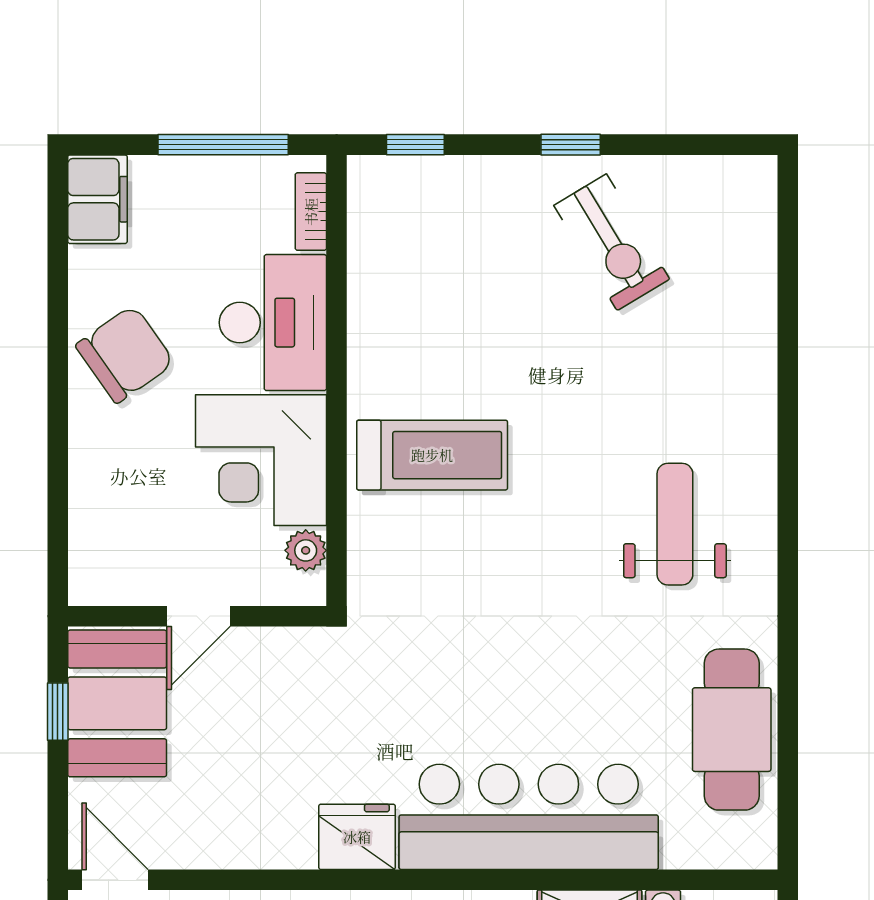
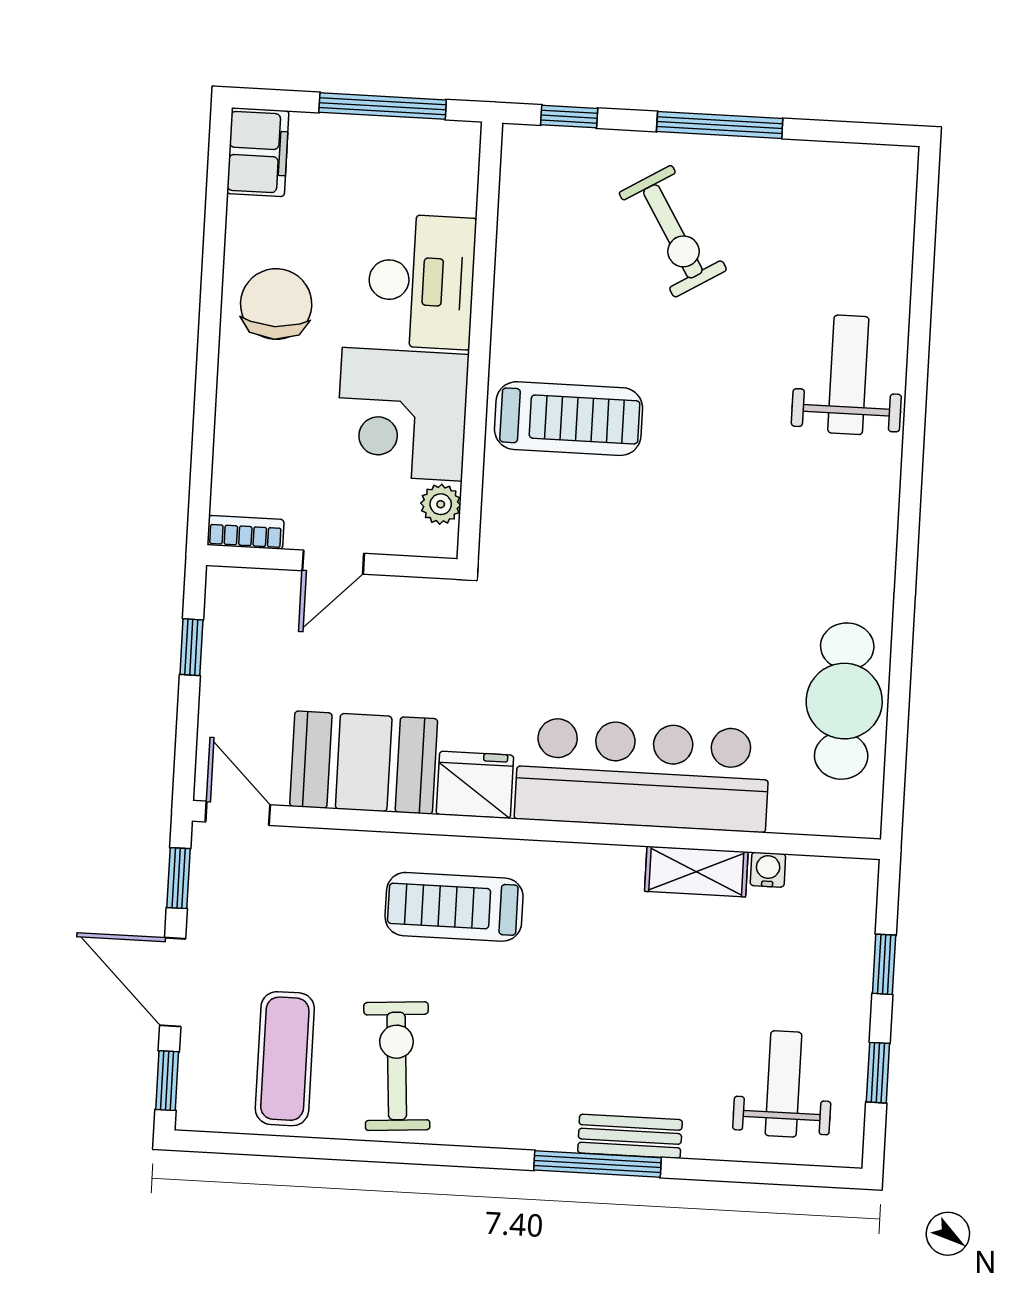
window: (571, 145) -> (720, 125), width x2.17
bookcase: (311, 212) -> (245, 532), moved, turned 90
exercise bike: (612, 242) -> (673, 231), moved
chair: (125, 354) -> (276, 304), turned -55
weight bench: (675, 524) -> (848, 375), moved
booth: (117, 703) -> (364, 762), moved, turned 90

